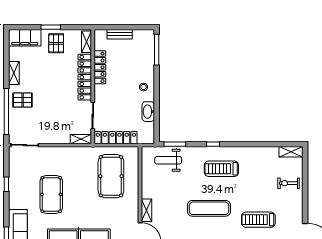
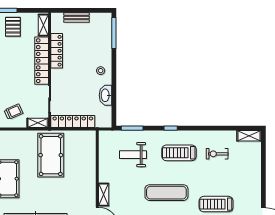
trolley: (57, 128) -> (14, 112), added
weight bench: (168, 160) -> (133, 155), moved
pool table: (111, 176) -> (51, 155), moved
exercise bike: (289, 183) -> (217, 154), moved

